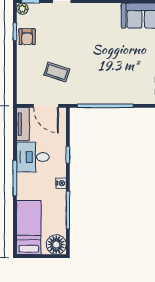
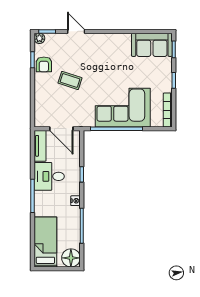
coffee table: (57, 72) -> (70, 80), moved
corner sofa: (112, 83) -> (123, 108), added

